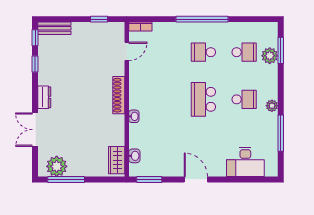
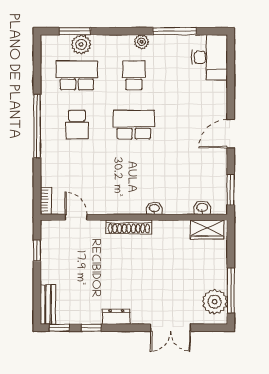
school desk: (244, 52) -> (77, 75), width x1.85
dresser: (44, 97) -> (116, 317), moved
school desk: (203, 99) -> (134, 125), turned 180
desk: (245, 162) -> (209, 57), moved

